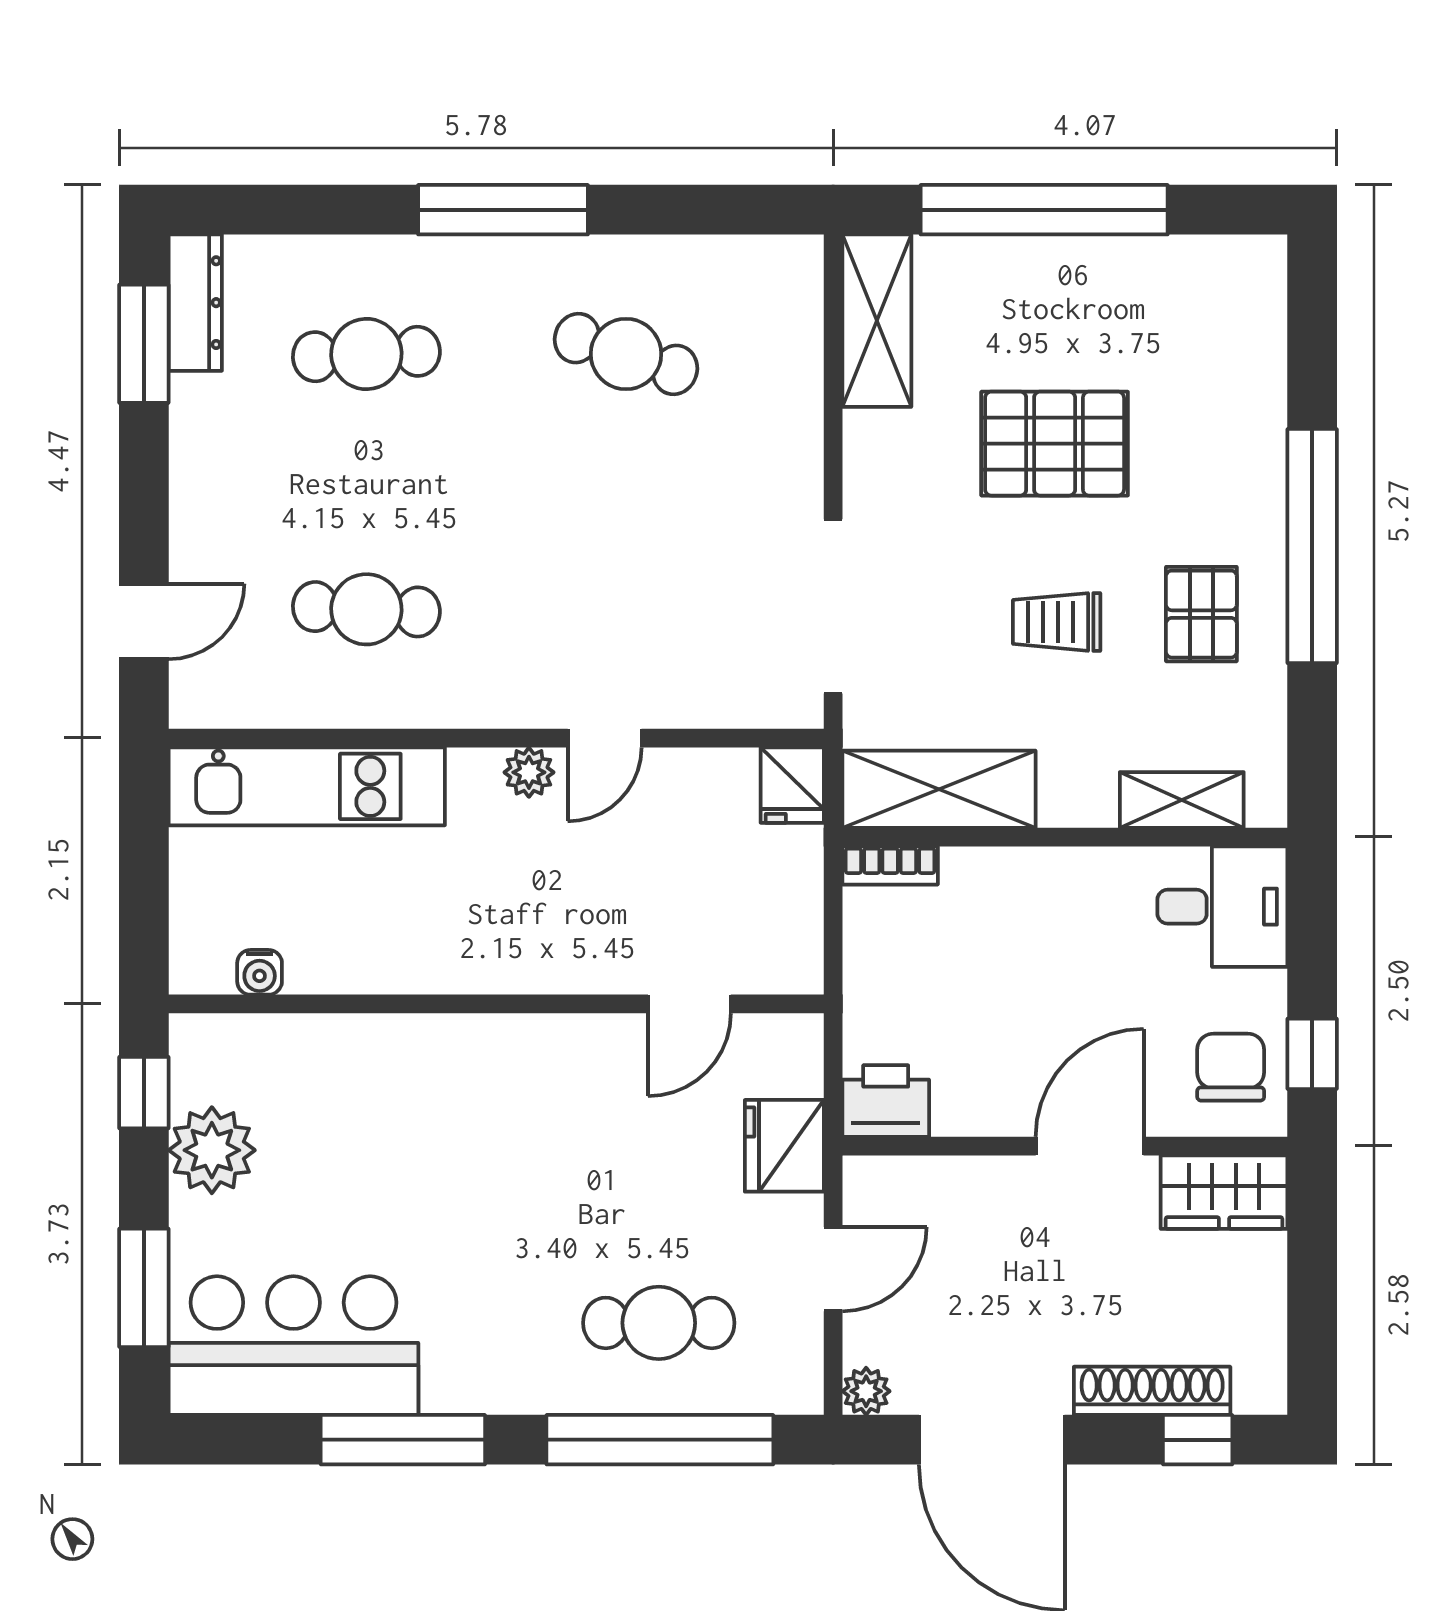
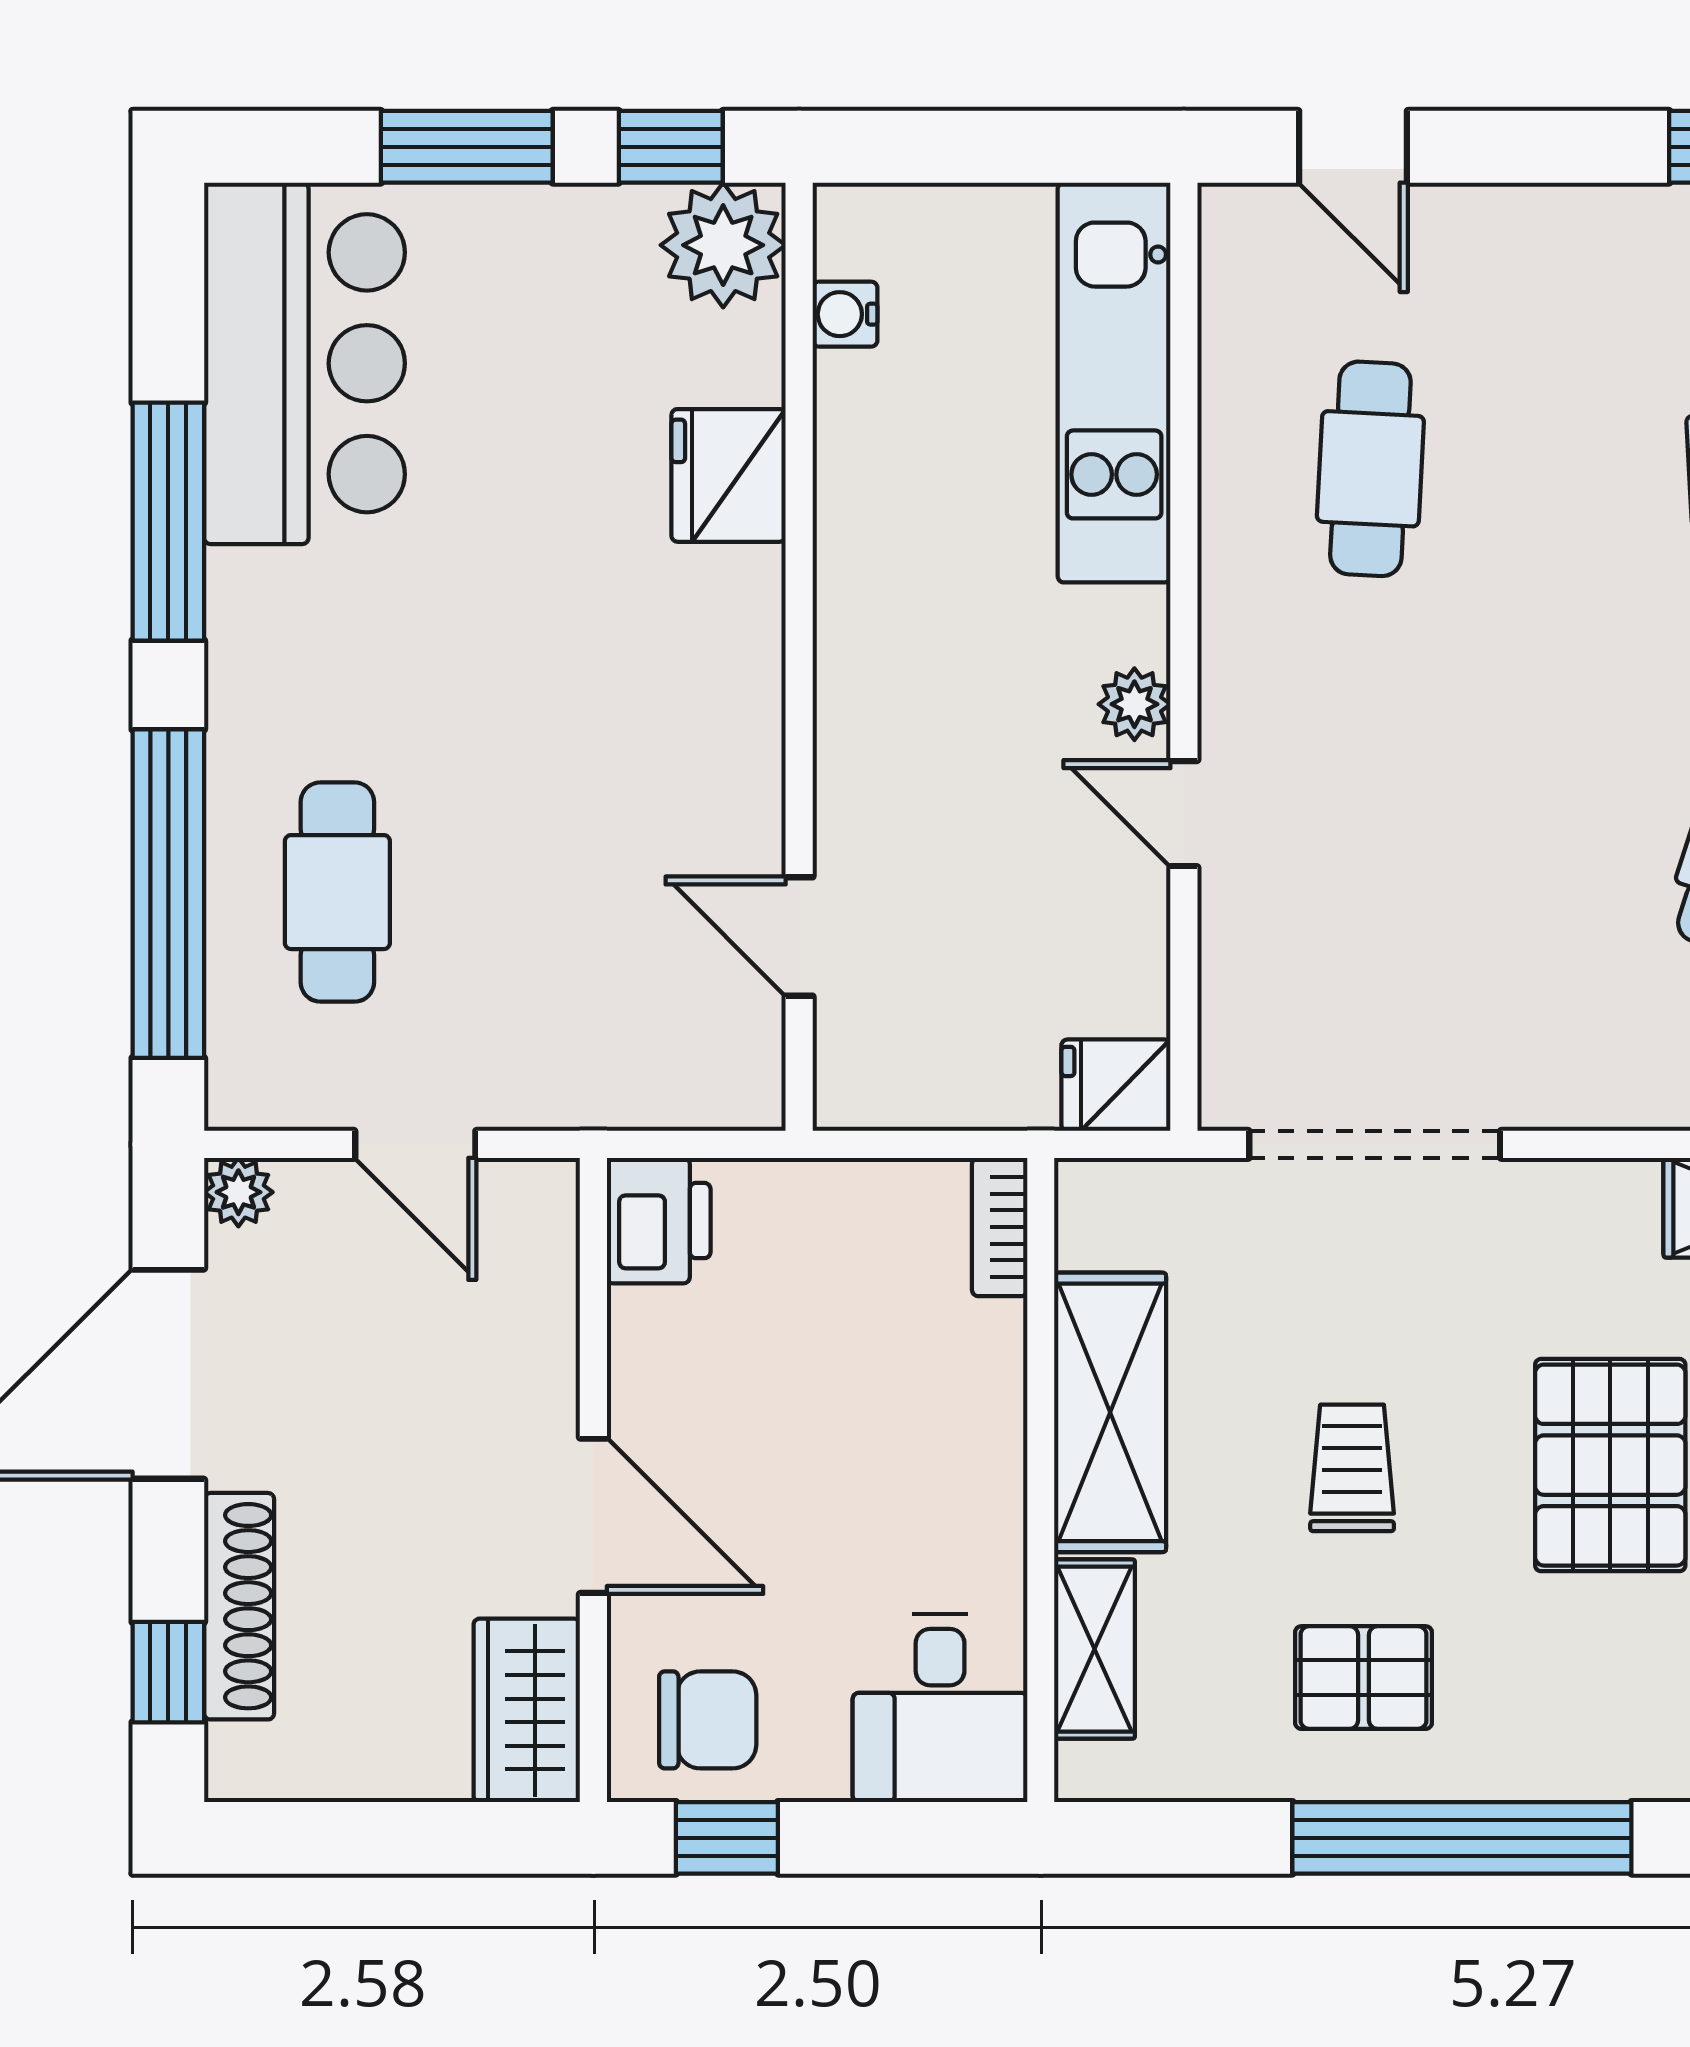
shelving: (939, 789) -> (1110, 1412), moved
fridge: (784, 1146) -> (729, 475), moved, turned -90
plant: (212, 1150) -> (723, 245), moved
window: (144, 1288) -> (467, 147), moved

